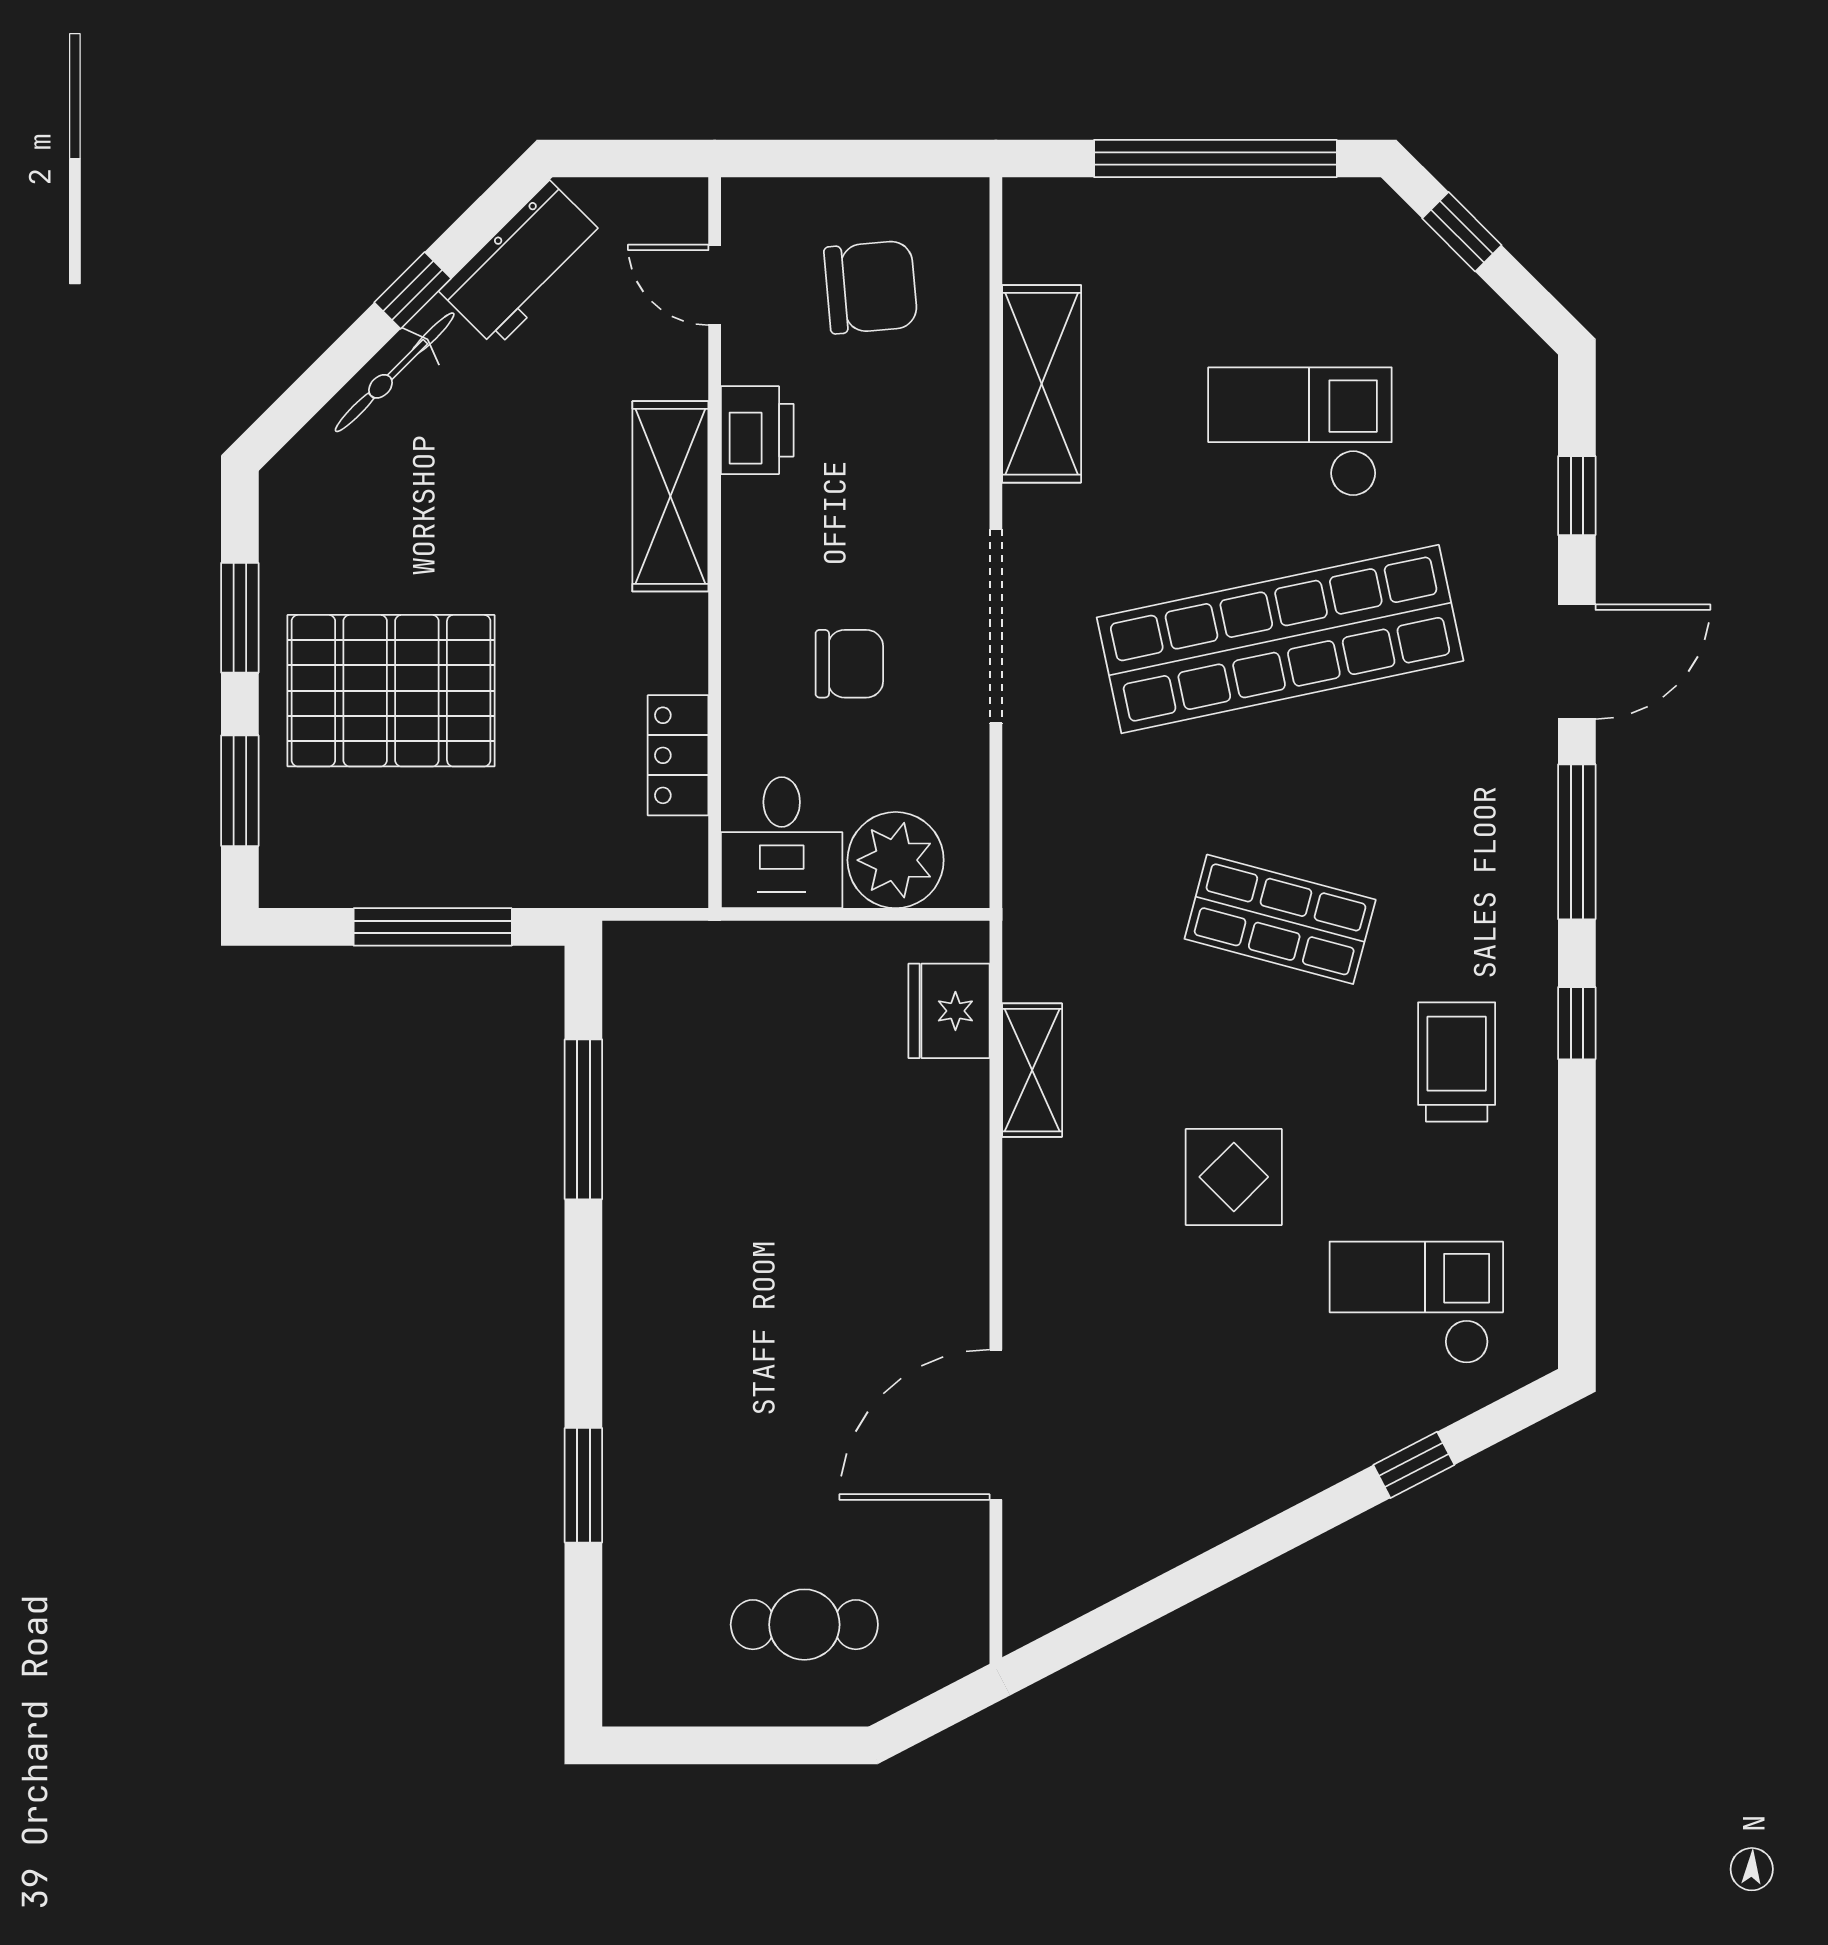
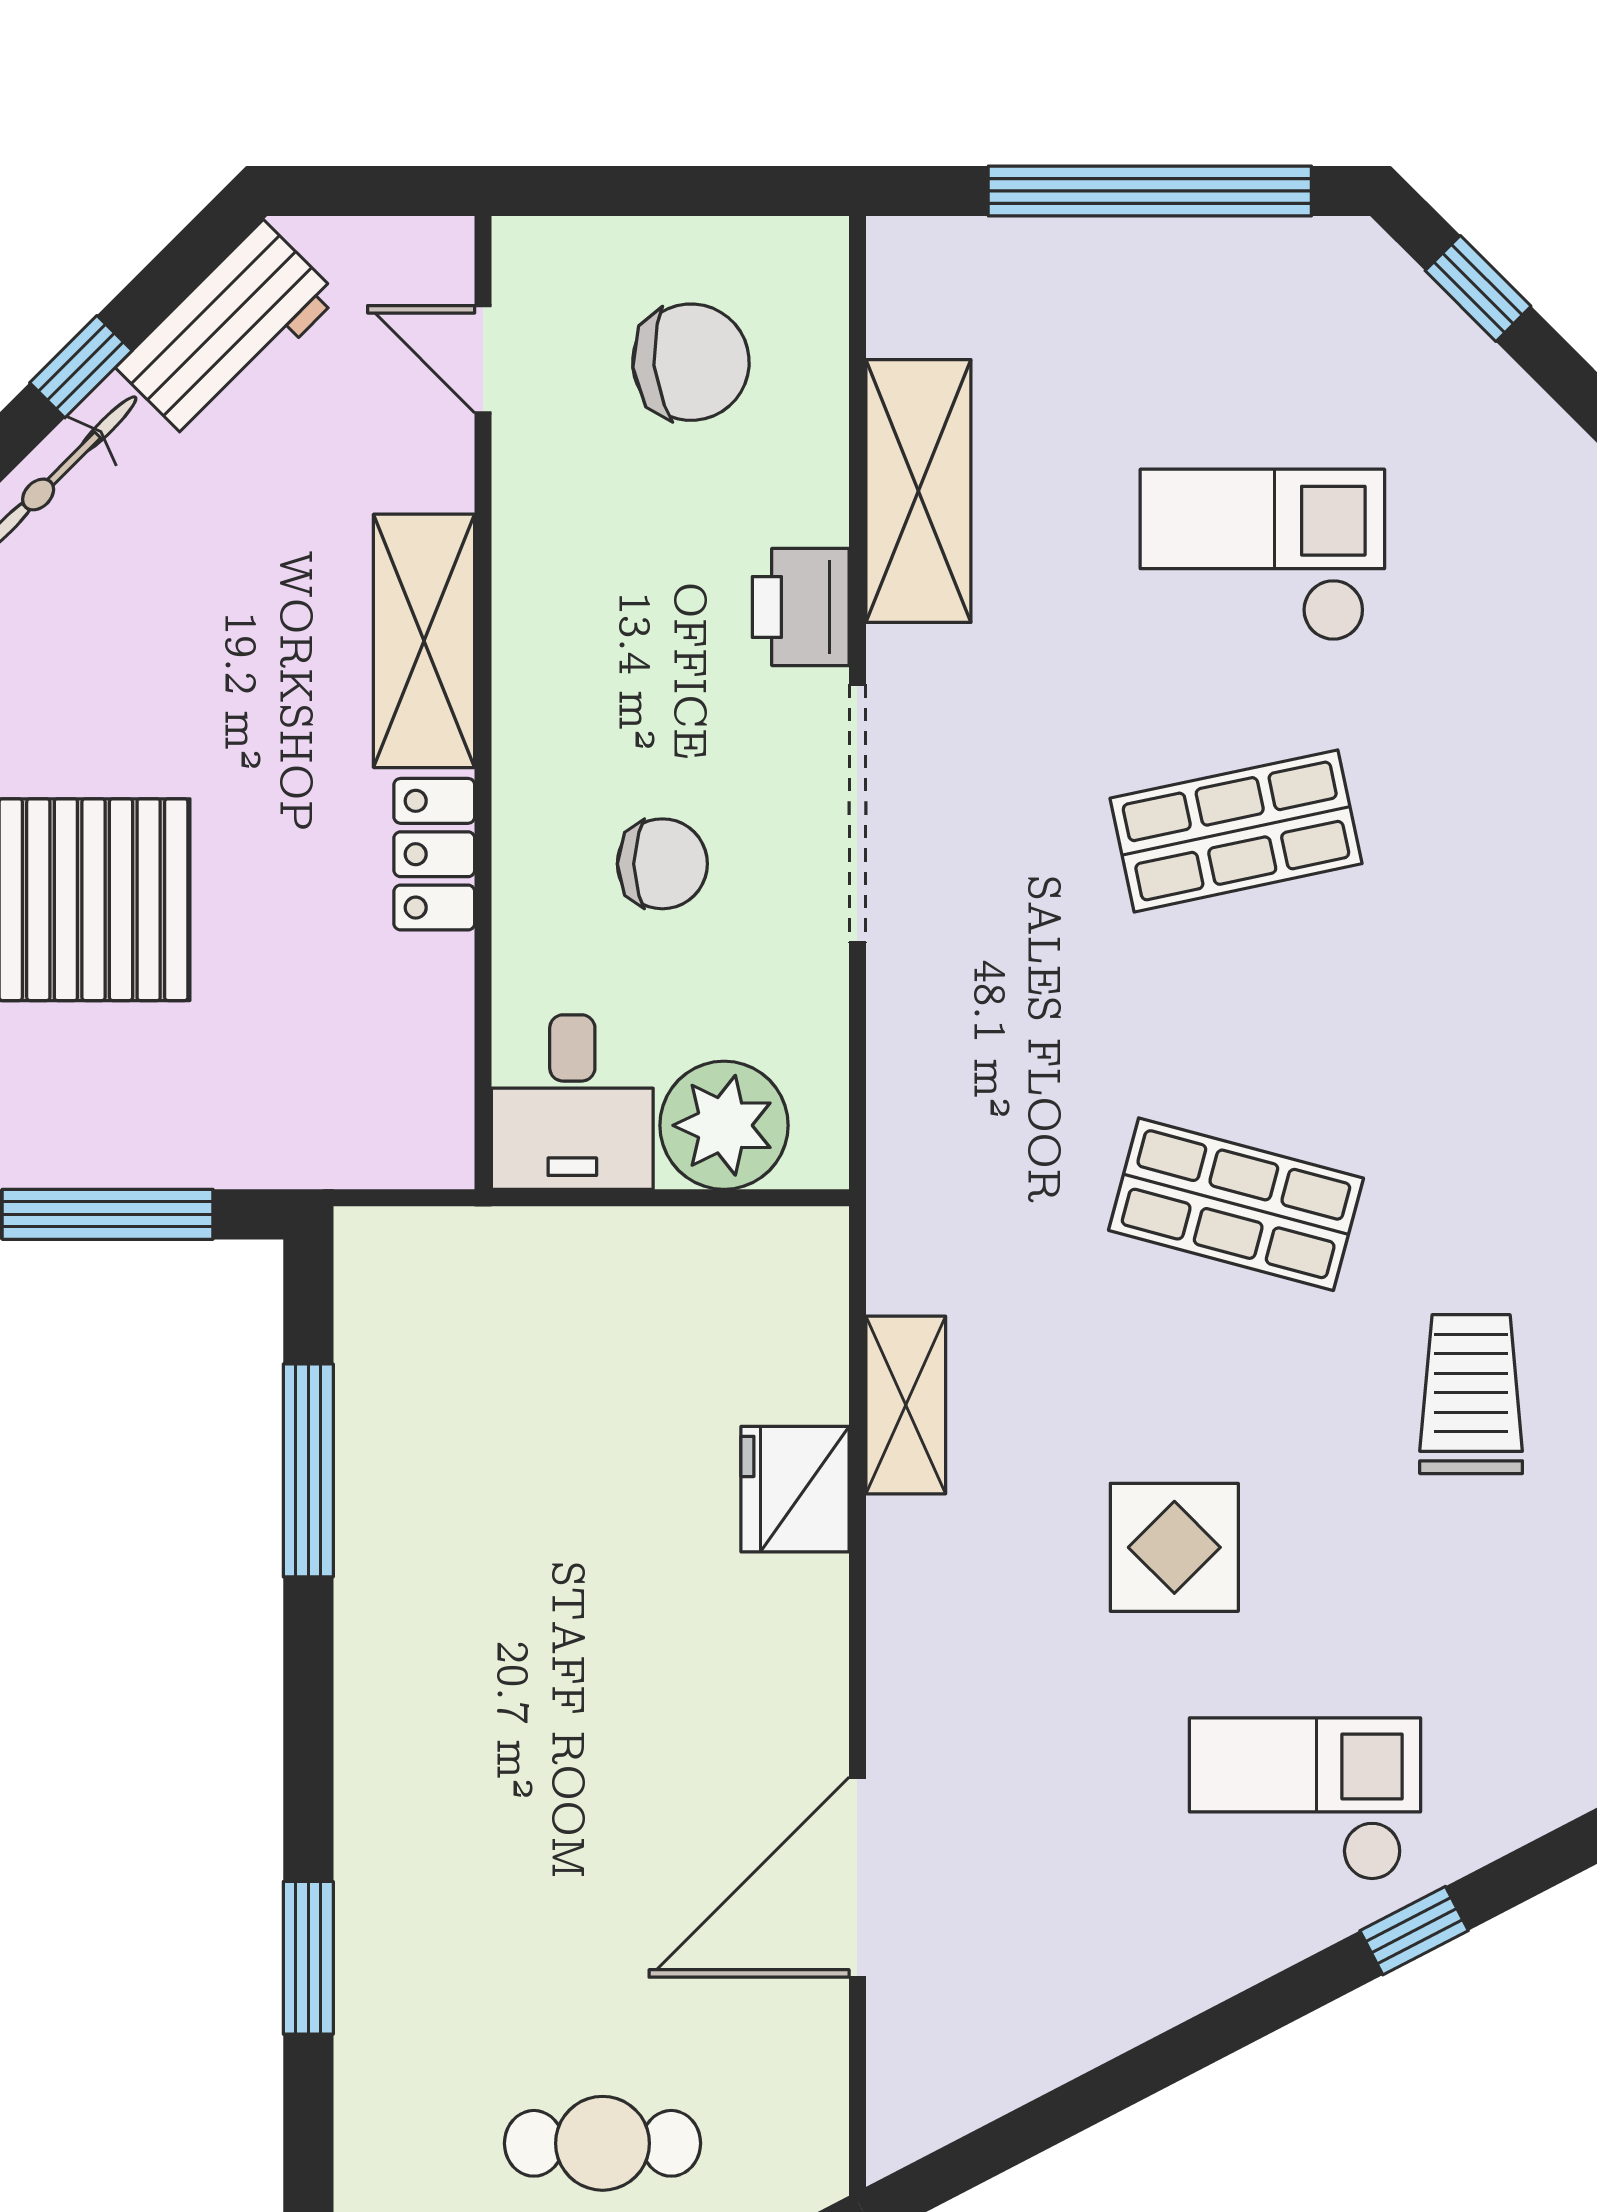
printer: (757, 430) -> (801, 607), moved, turned 180
shop shelf: (1280, 639) -> (1236, 831), width x0.50, depth x0.74
locker: (678, 755) -> (434, 854), moved
fridge: (949, 1011) -> (795, 1489), moved
checkout: (1416, 1303) -> (1305, 1799), moved

